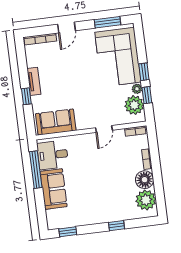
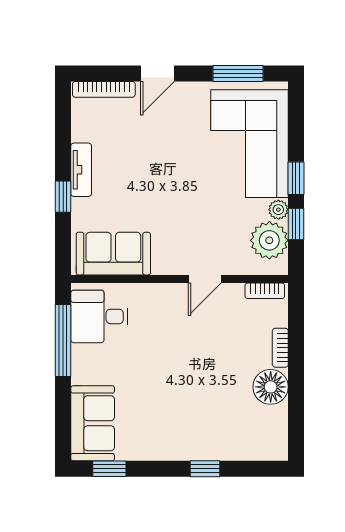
sofa: (54, 189) -> (93, 423), moved
plant: (146, 200) -> (268, 426), removed

